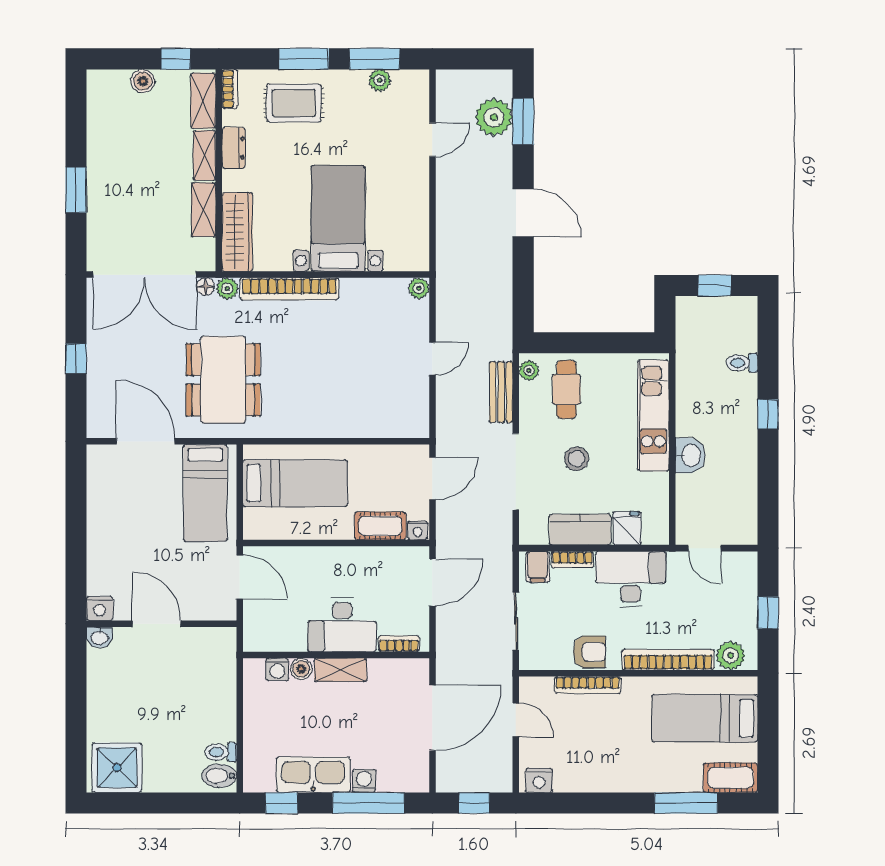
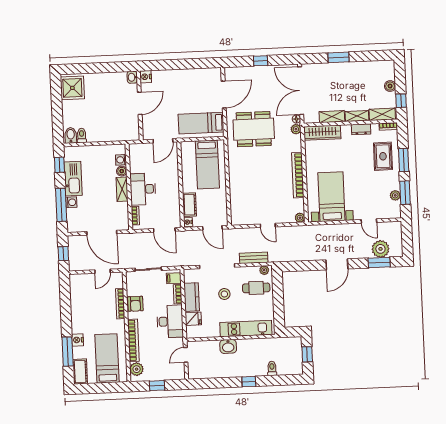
bed with nightstands: (338, 218) -> (331, 197), moved, turned -90
bookcase: (289, 289) -> (298, 175), moved
nightstand: (539, 780) -> (78, 340), moved

